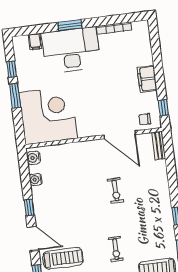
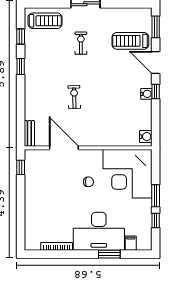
window: (70, 25) -> (109, 254), moved
filing cabinet: (147, 79) -> (32, 196), removed
chair: (145, 119) -> (89, 182), moved
water cooler: (36, 180) -> (146, 94), moved

